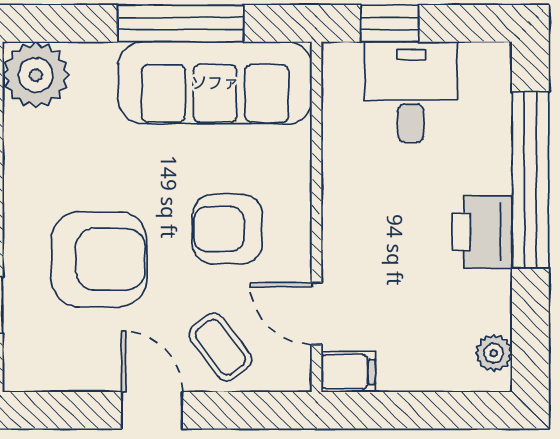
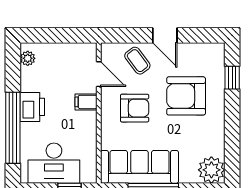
desk: (411, 92) -> (54, 163), width x1.37
filing cabinet: (348, 372) -> (86, 102), moved

